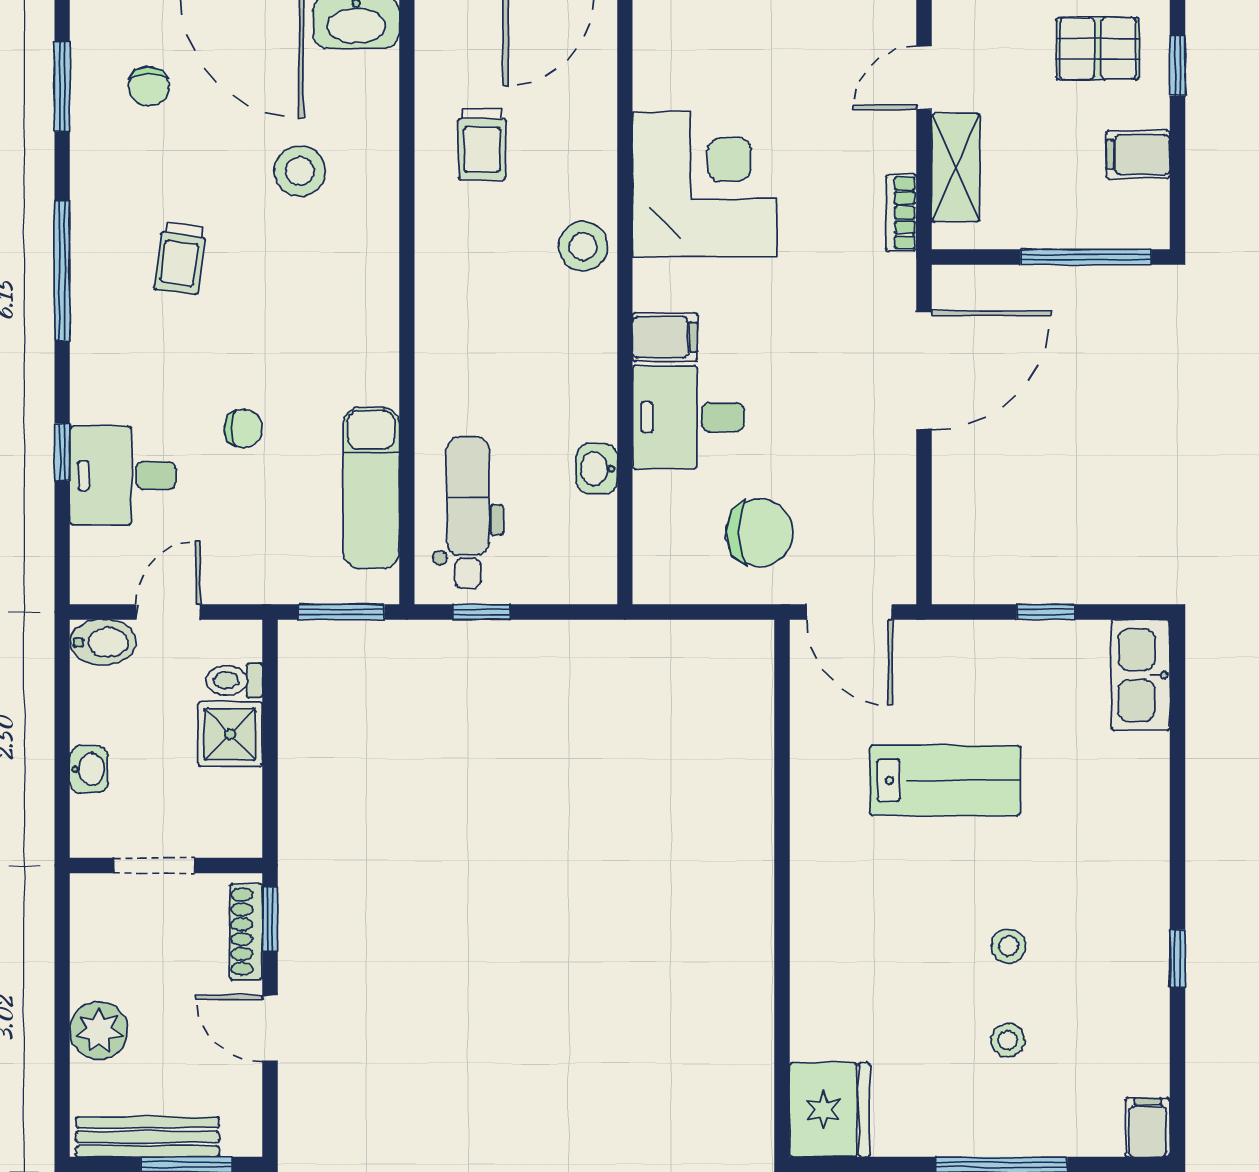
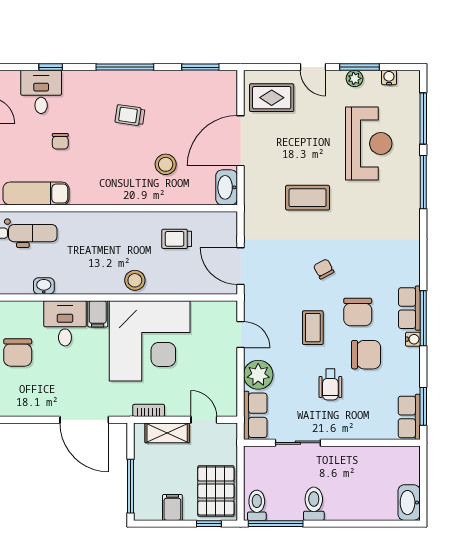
pallet: (1098, 48) -> (216, 491), width x1.50, depth x1.42
chair: (149, 86) -> (200, 102), removed
corner desk: (705, 184) -> (150, 341), width x1.36, depth x1.36

